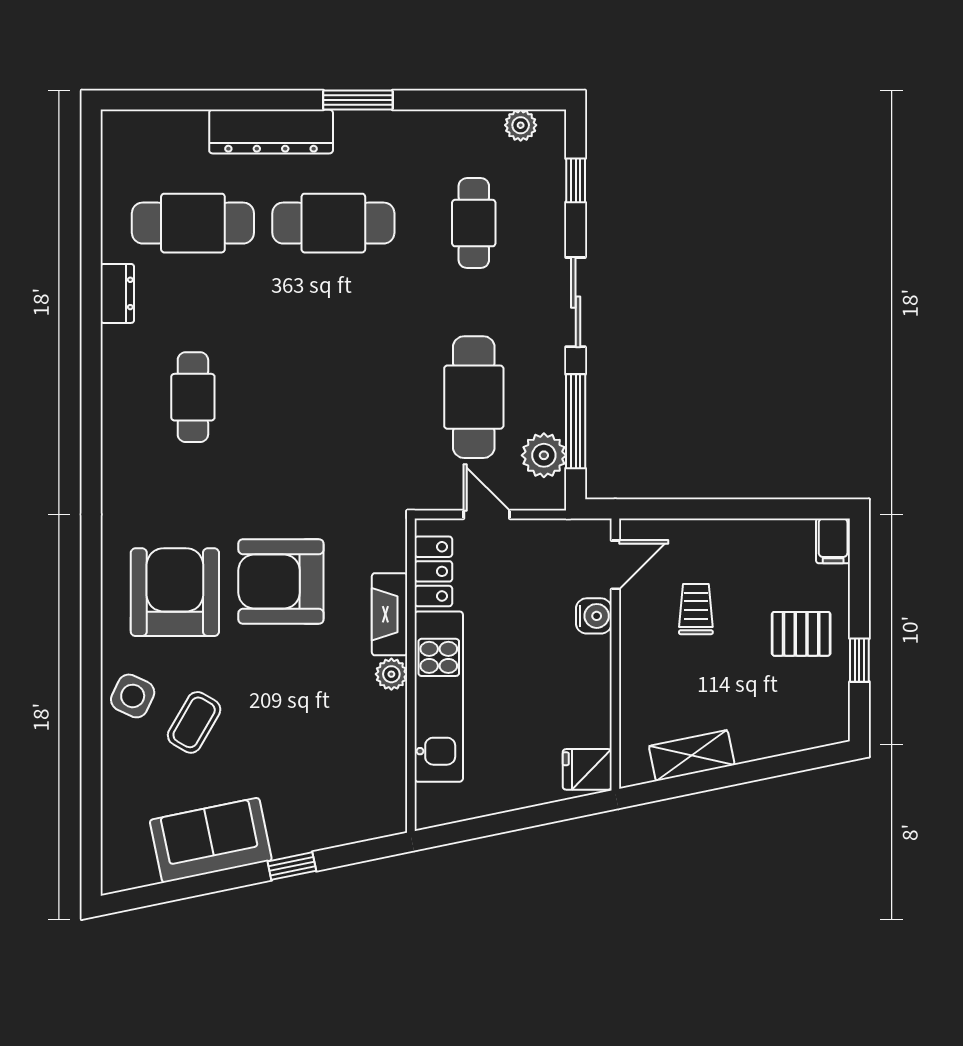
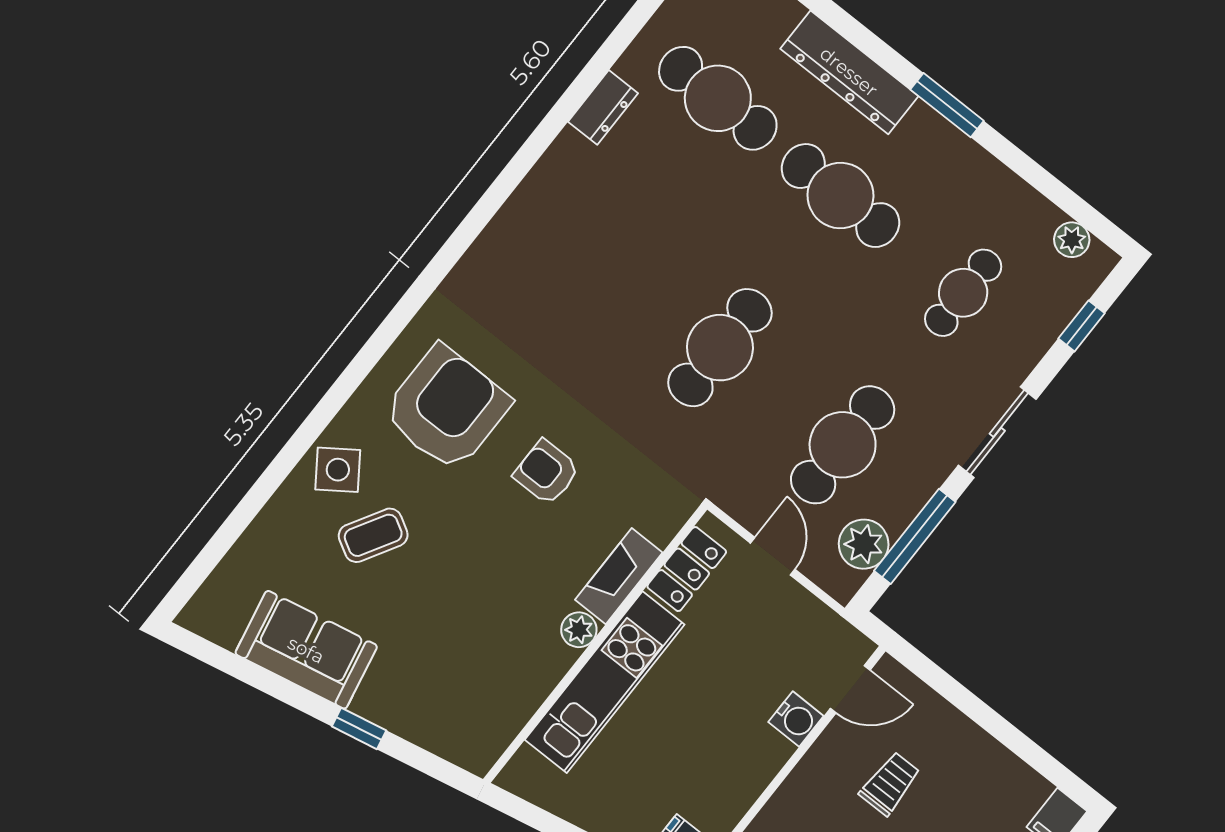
cafe table: (193, 397) -> (720, 348), moved, width x1.37, depth x1.35
armchair: (281, 581) -> (547, 472), width x0.53, depth x0.53
side table: (133, 696) -> (338, 470), turned 30

